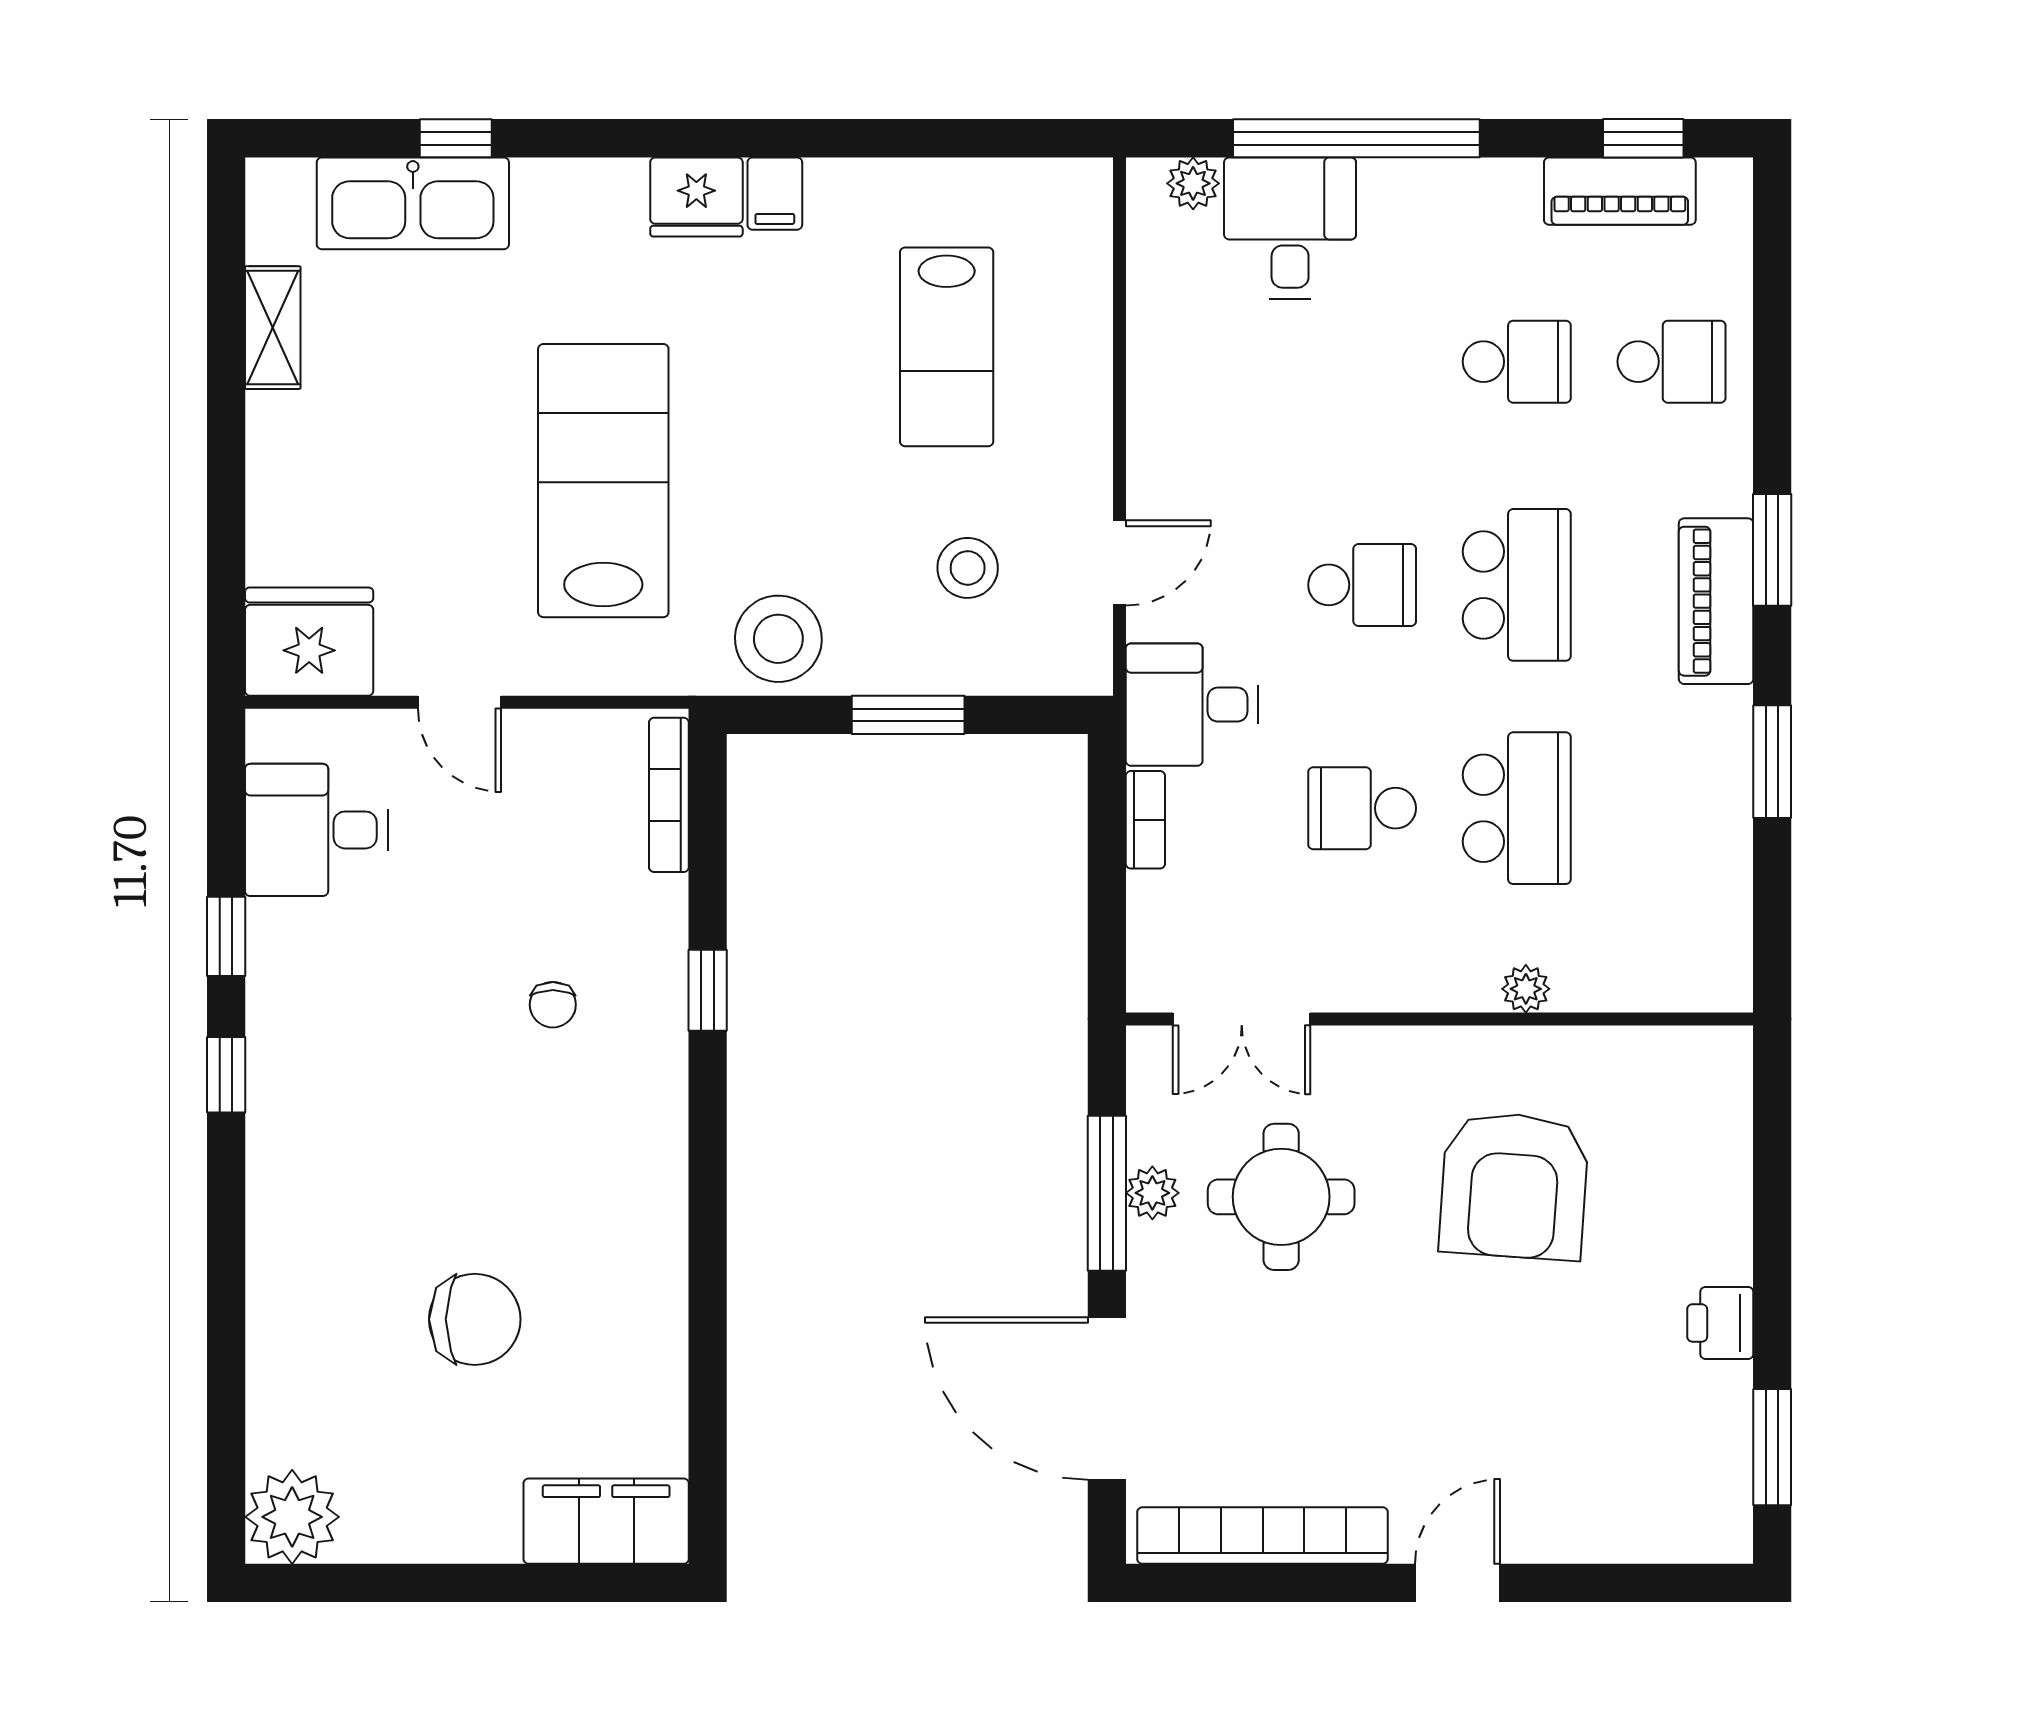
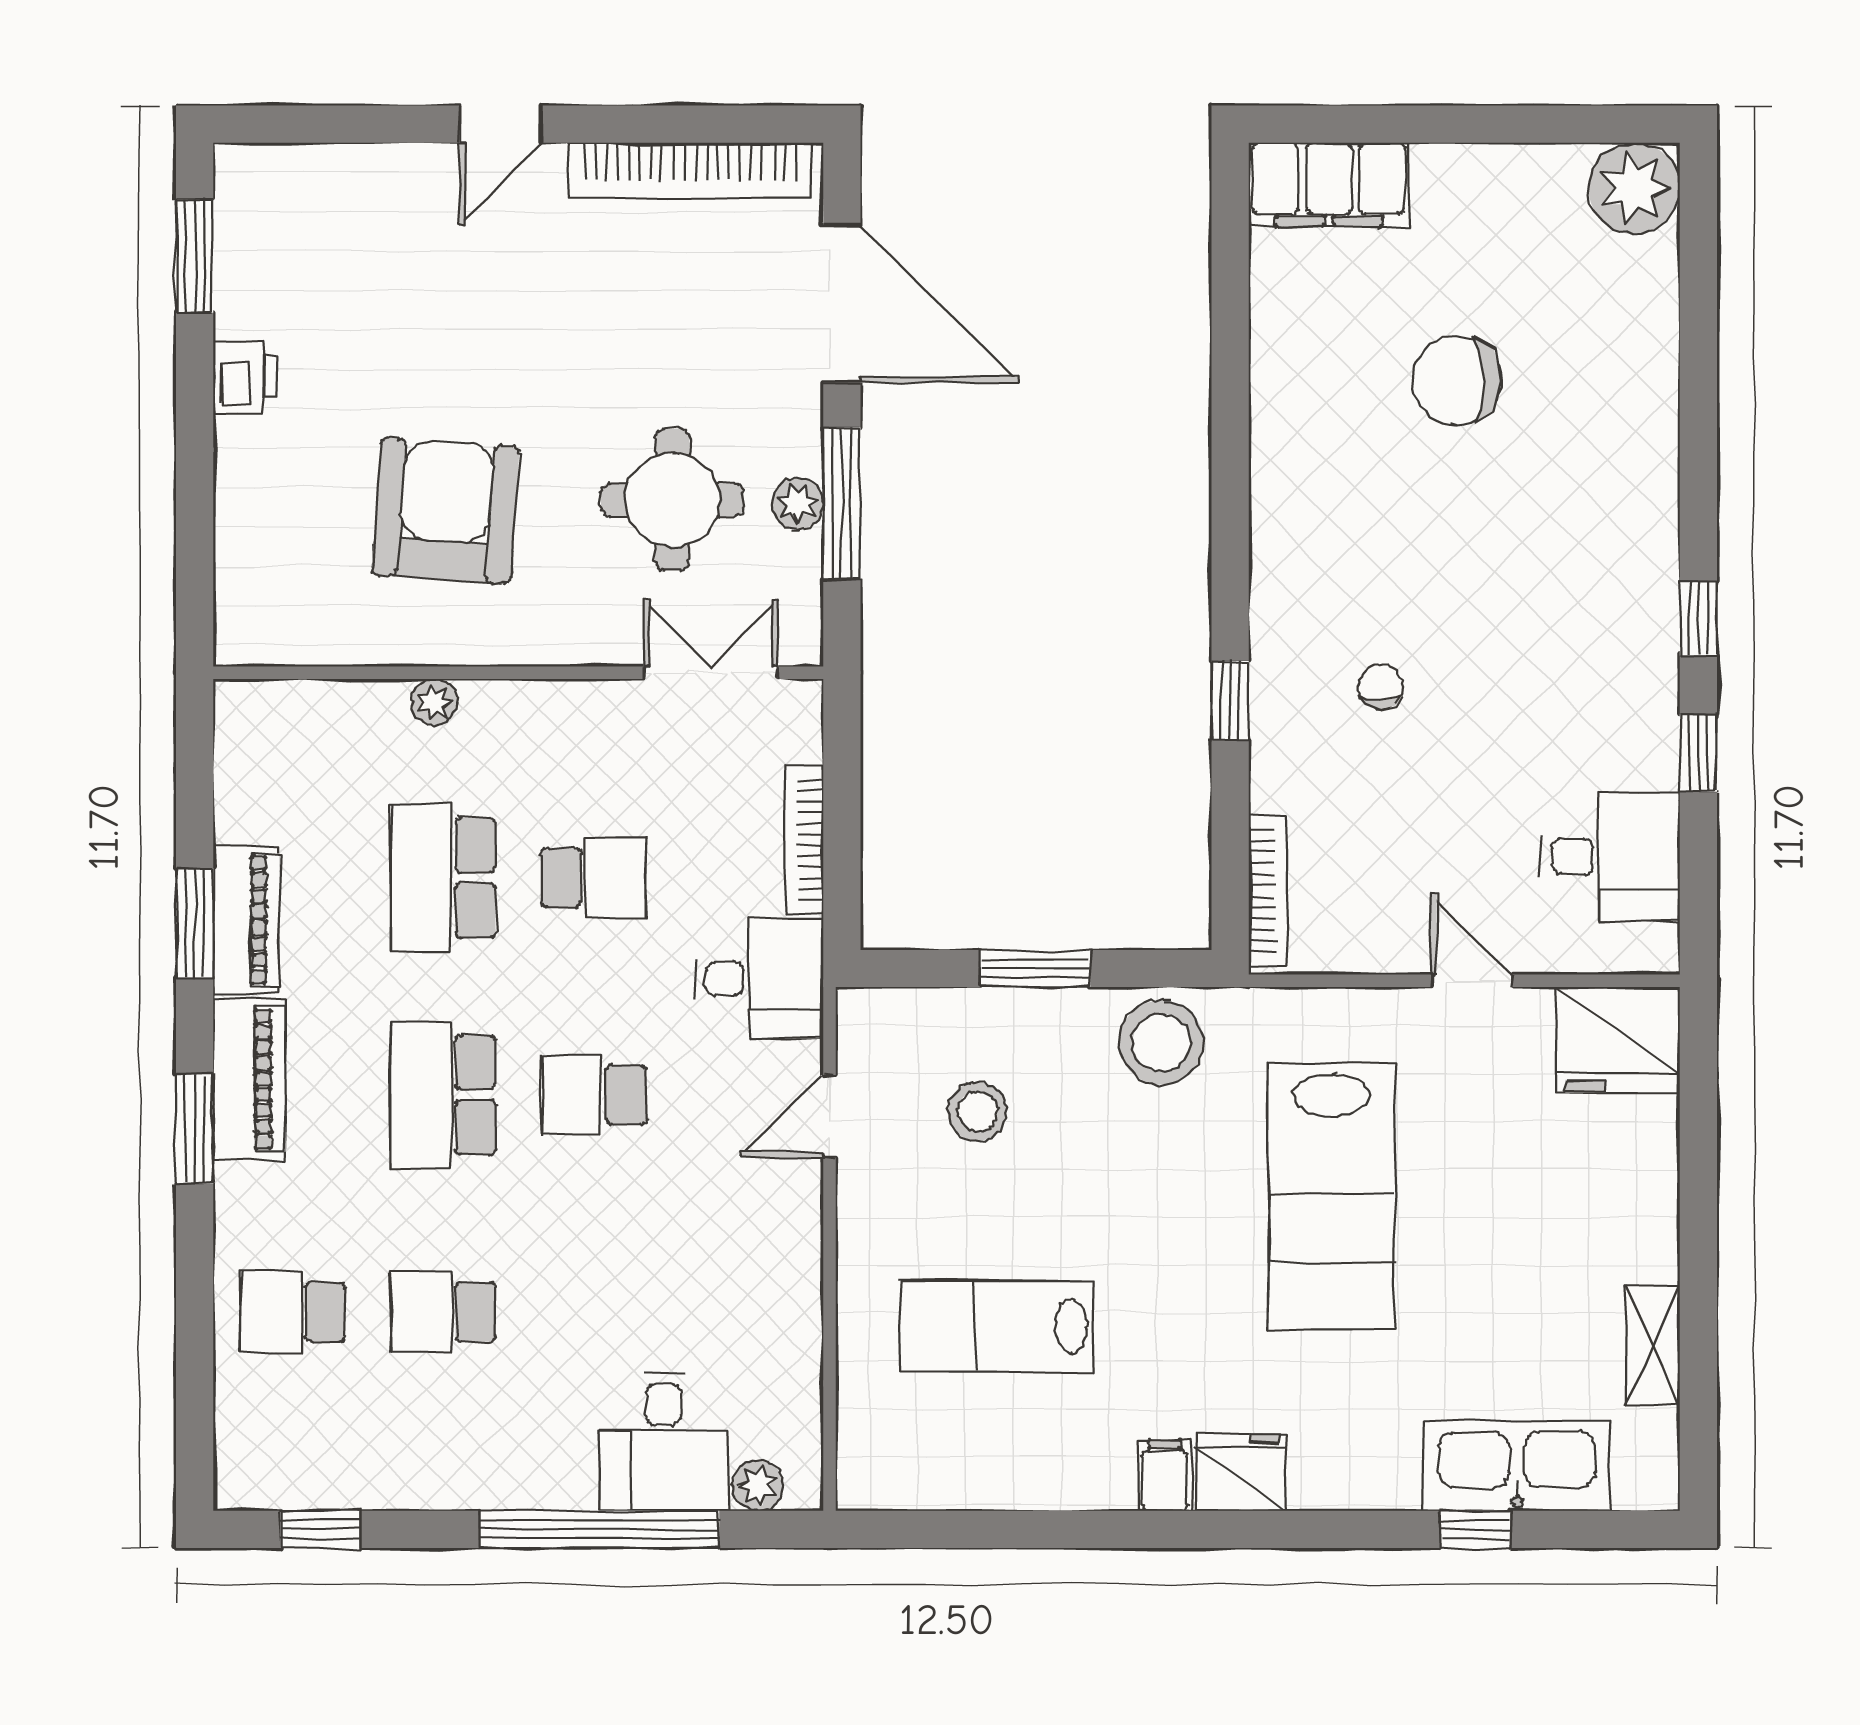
piano: (1620, 191) -> (246, 920), moved, turned 90
lab bench: (947, 347) -> (998, 1326), turned -90
bookcase: (1145, 820) -> (804, 840), width x1.56

